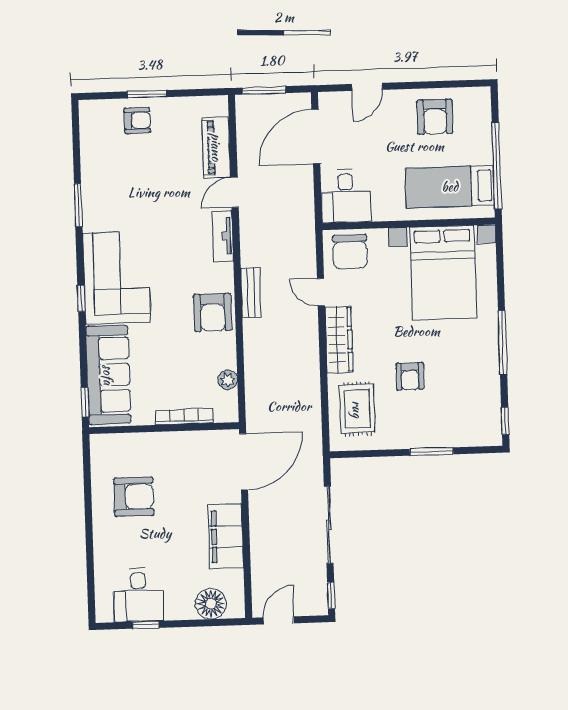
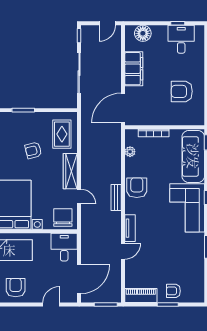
piano: (216, 147) -> (141, 296), moved, turned -90
armchair: (410, 376) -> (33, 150), turned -104

